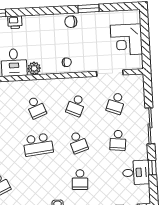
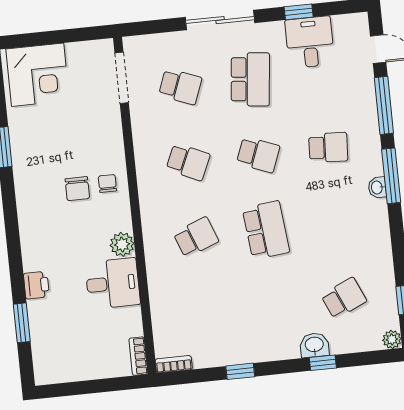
chair: (71, 22) -> (77, 189), moved
corner desk: (126, 40) -> (38, 75), moved
doorway: (110, 73) -> (122, 78), moved
school desk: (118, 140) -> (250, 79), width x1.85
school desk: (78, 142) -> (258, 155), turned 39

